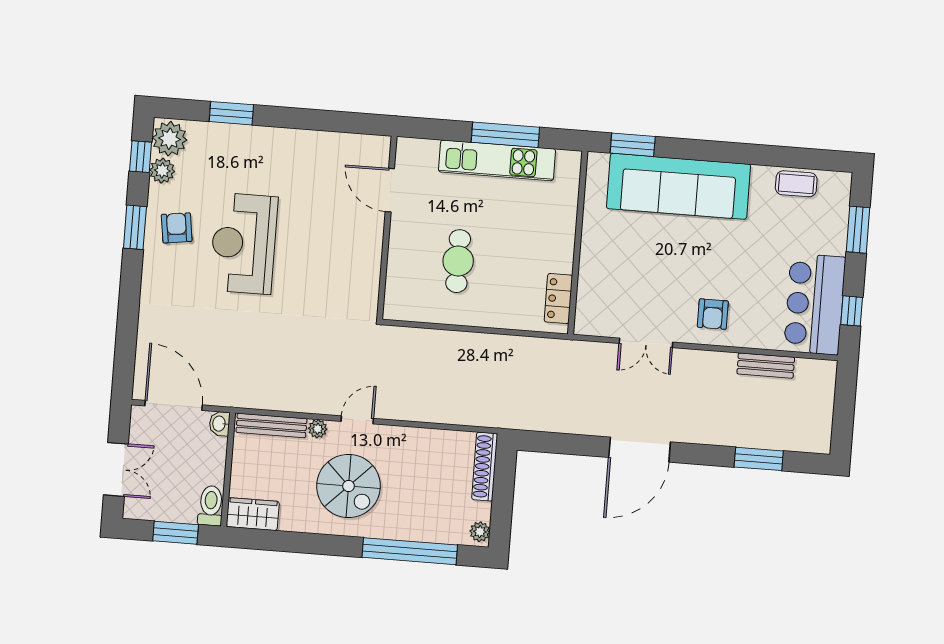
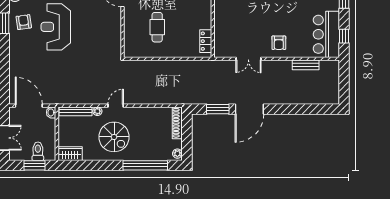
window: (759, 459) -> (218, 109), moved
toilet: (211, 506) -> (38, 151), moved

